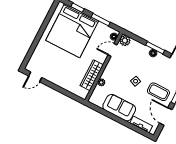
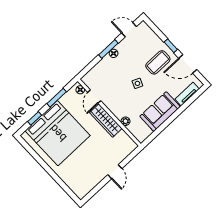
plant: (125, 41) -> (89, 79), removed
wardrobe: (92, 75) -> (106, 120), moved
door: (35, 77) -> (115, 172), moved

